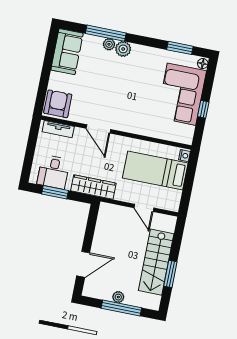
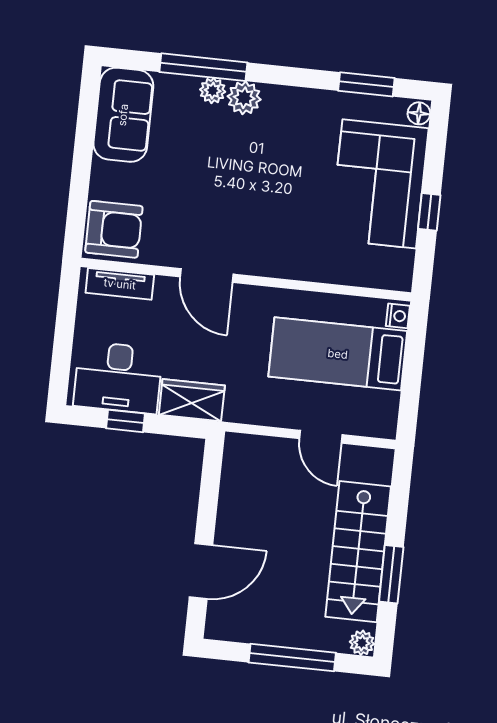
armchair: (58, 104) -> (114, 229), turned 90
desk: (53, 172) -> (118, 378), width x1.37
wardrobe: (93, 187) -> (192, 400), width x0.67
window: (55, 192) -> (126, 421), width x0.67
plant: (118, 297) -> (362, 643), moved

